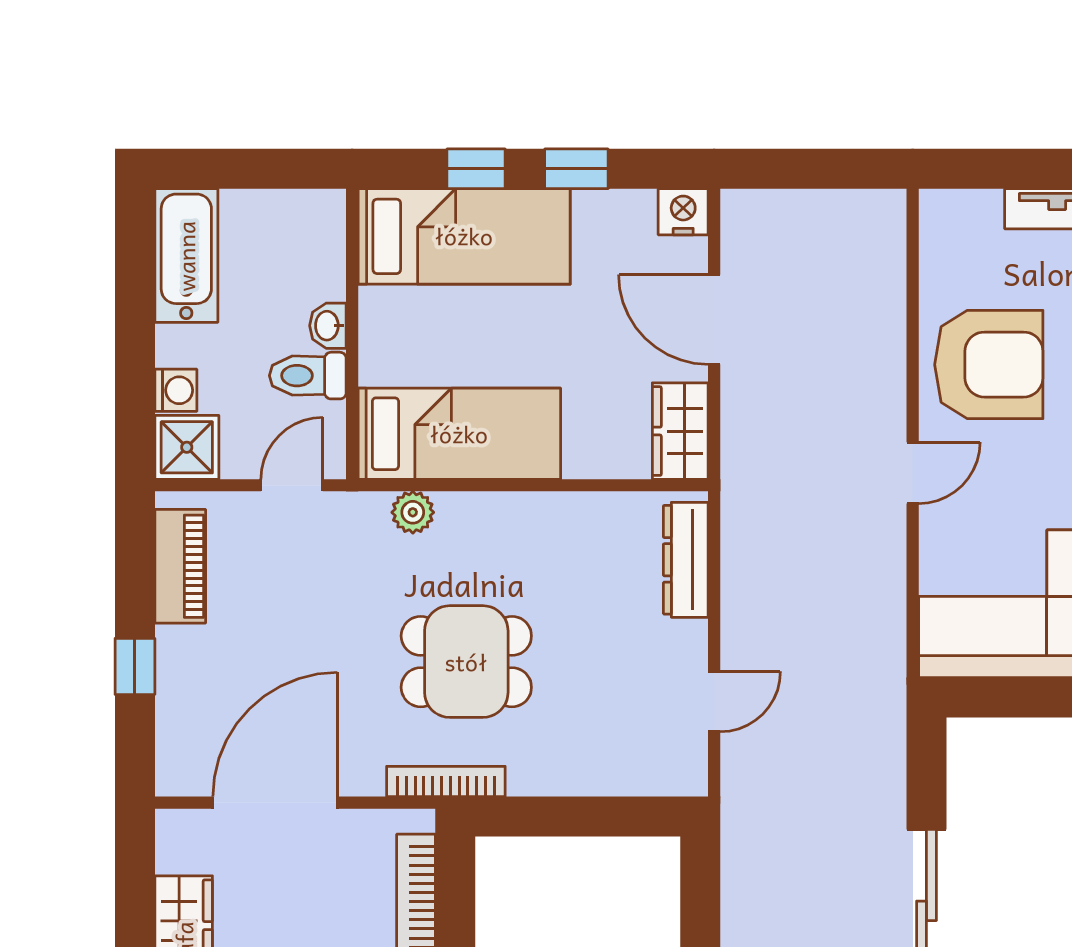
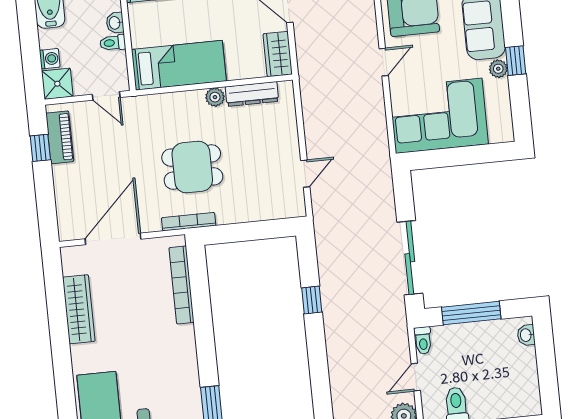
toilet: (308, 376) -> (113, 43), width x0.73, depth x0.72
door: (292, 485) -> (106, 96), swing flipped
plant: (413, 512) -> (215, 97), moved
dresser: (686, 560) -> (252, 94), moved, turned -90
window: (135, 666) -> (40, 148), moved

